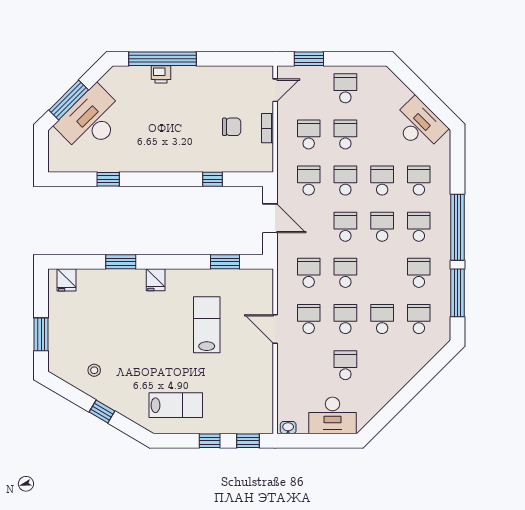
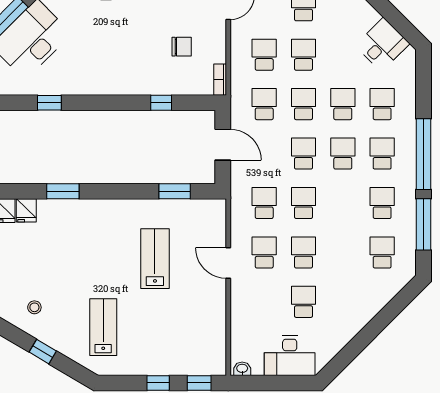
desk: (419, 125) -> (382, 45), width x0.73
bookcase: (268, 128) -> (220, 80), moved
fridge: (156, 280) -> (26, 210), moved
school desk: (382, 319) -> (343, 252), removed
lab bench: (176, 405) -> (103, 327), moved, turned -90

